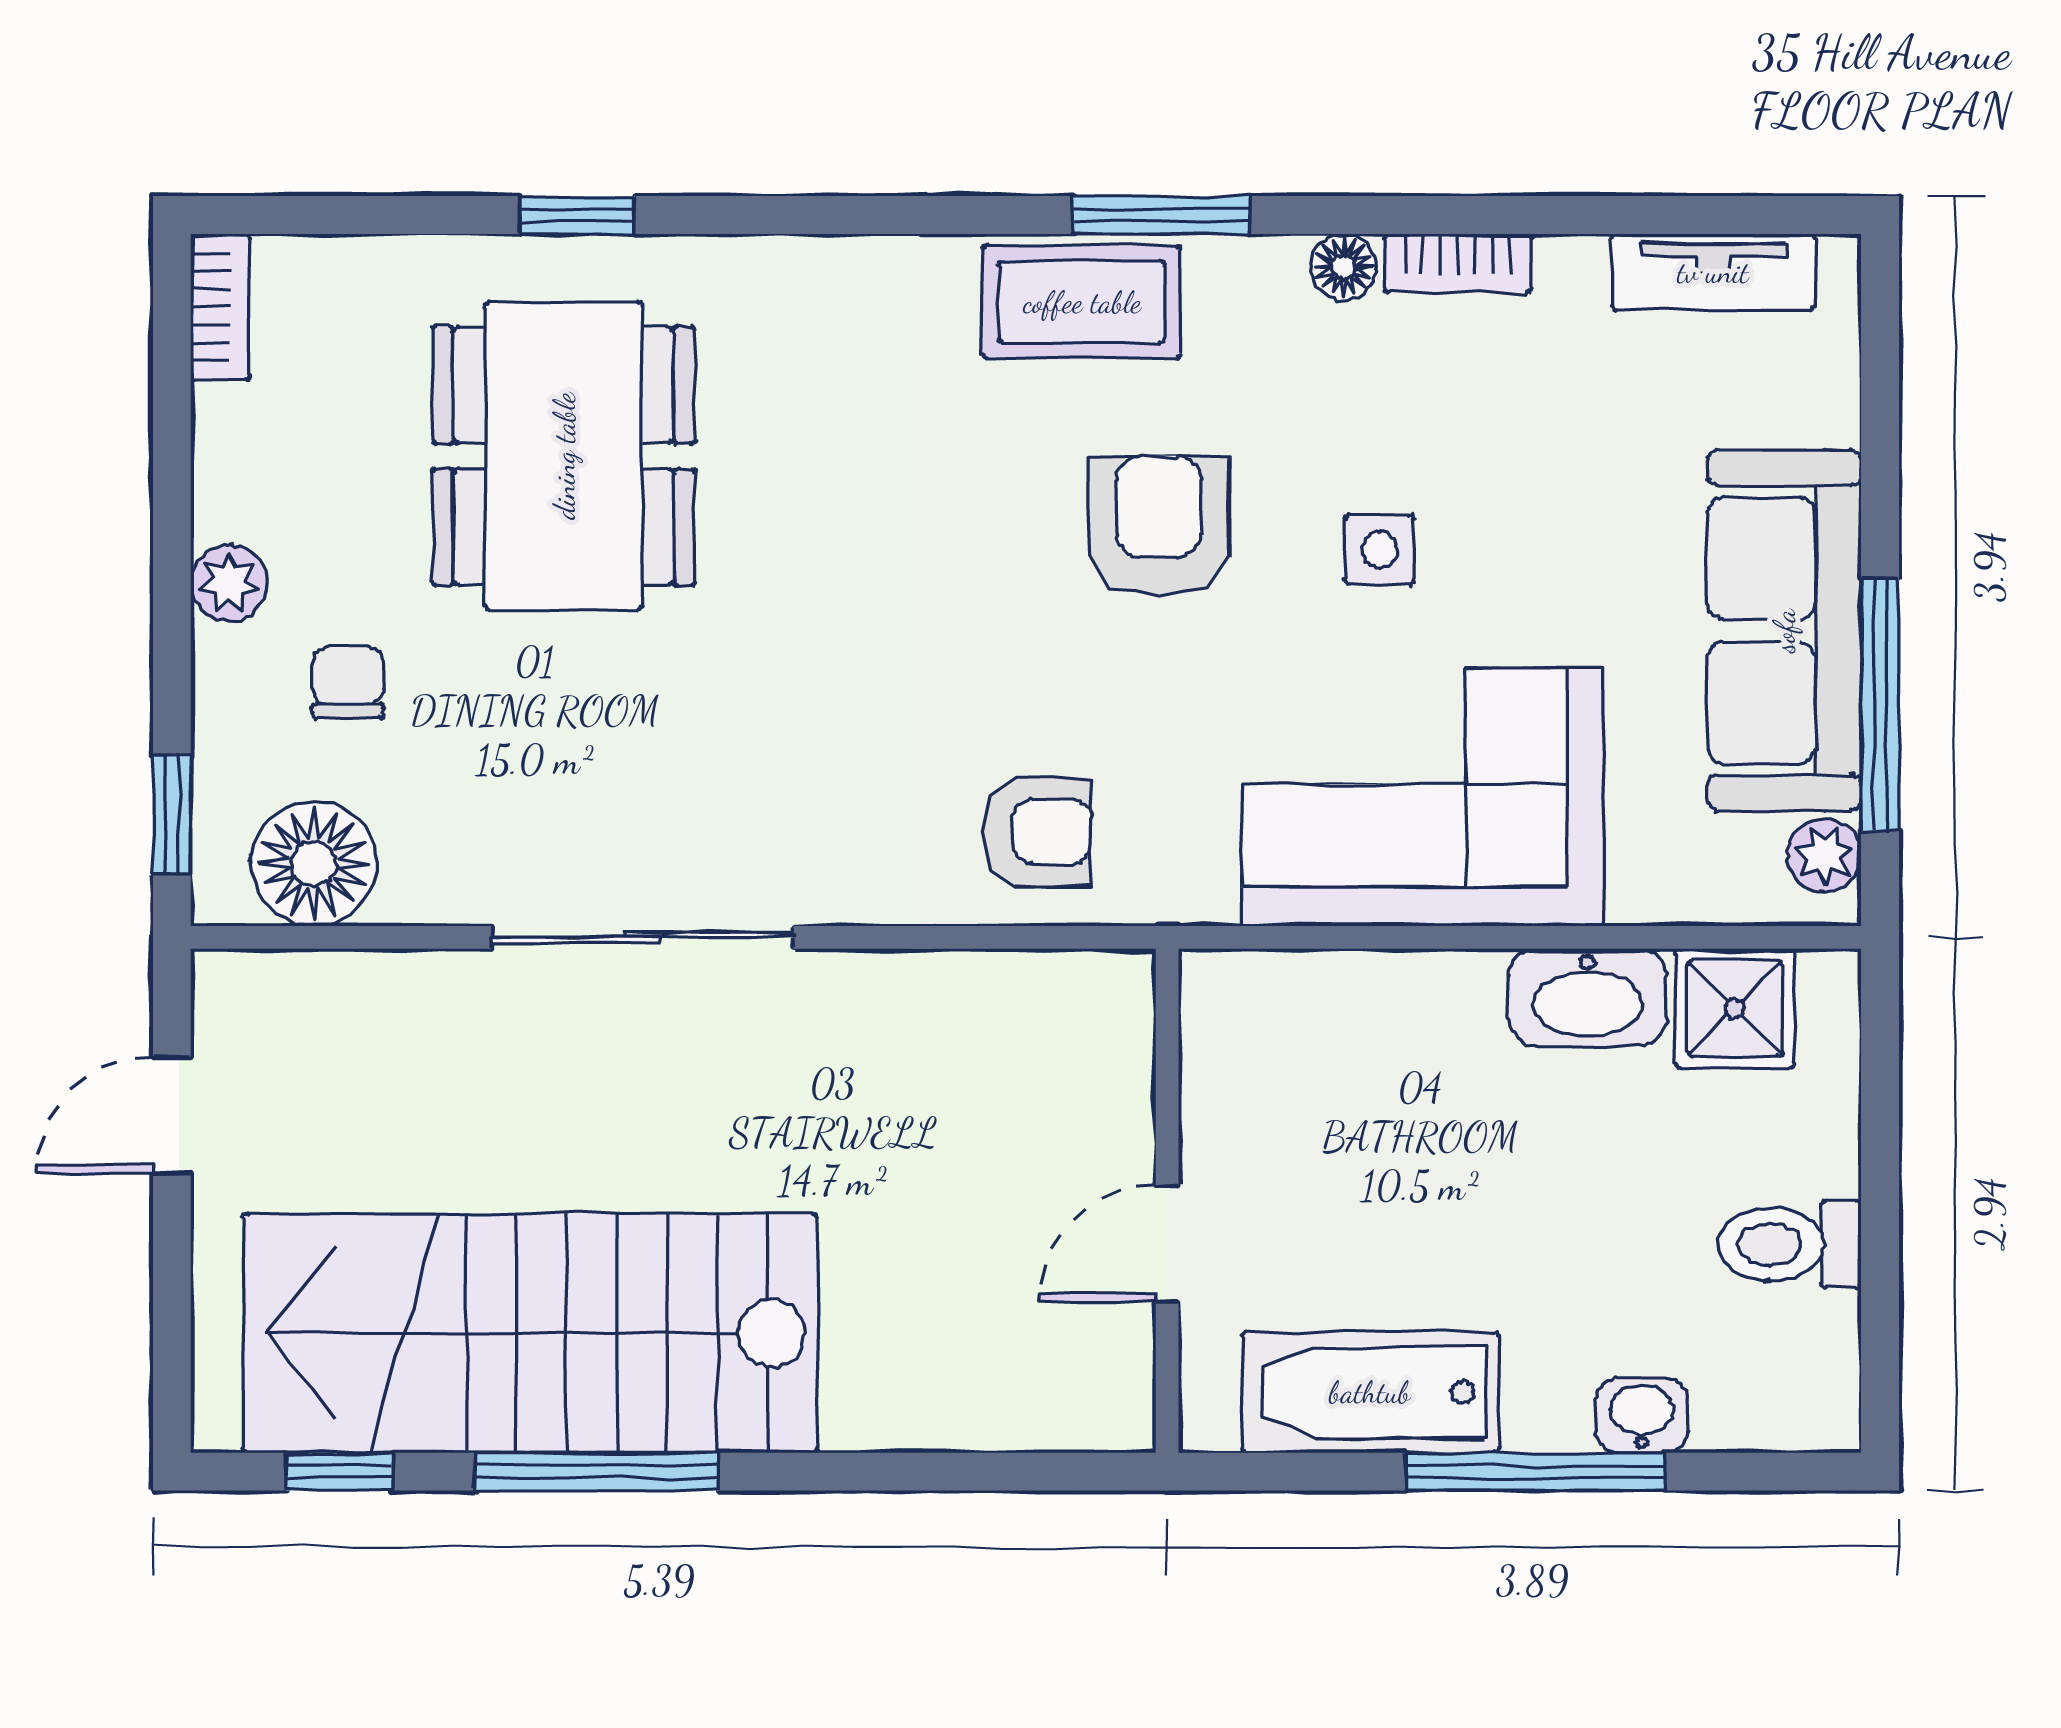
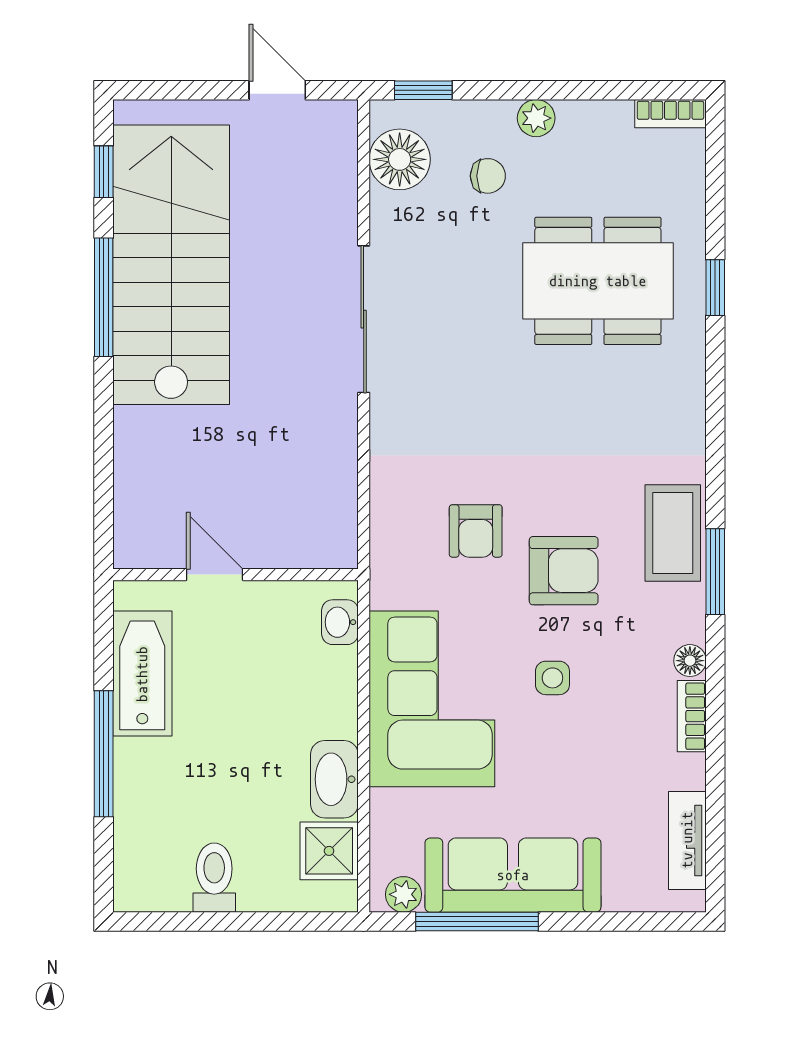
armchair: (1037, 832) -> (476, 531), moved
washbasin: (1642, 1415) -> (340, 622), moved, turned 180

